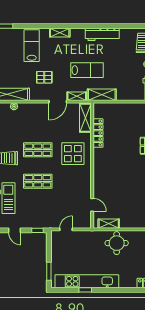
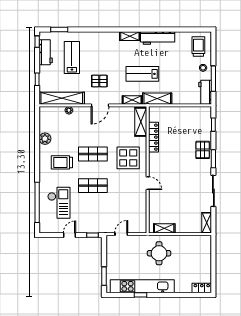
shelving: (60, 33) -> (130, 36), moved
lab bench: (32, 46) -> (72, 58), moved
lab bench: (87, 70) -> (142, 74), turned 180
door: (58, 102) -> (100, 105), moved
door: (92, 205) -> (148, 183), moved
door: (15, 230) -> (69, 235), swing flipped
round table: (117, 243) -> (159, 253), moved

